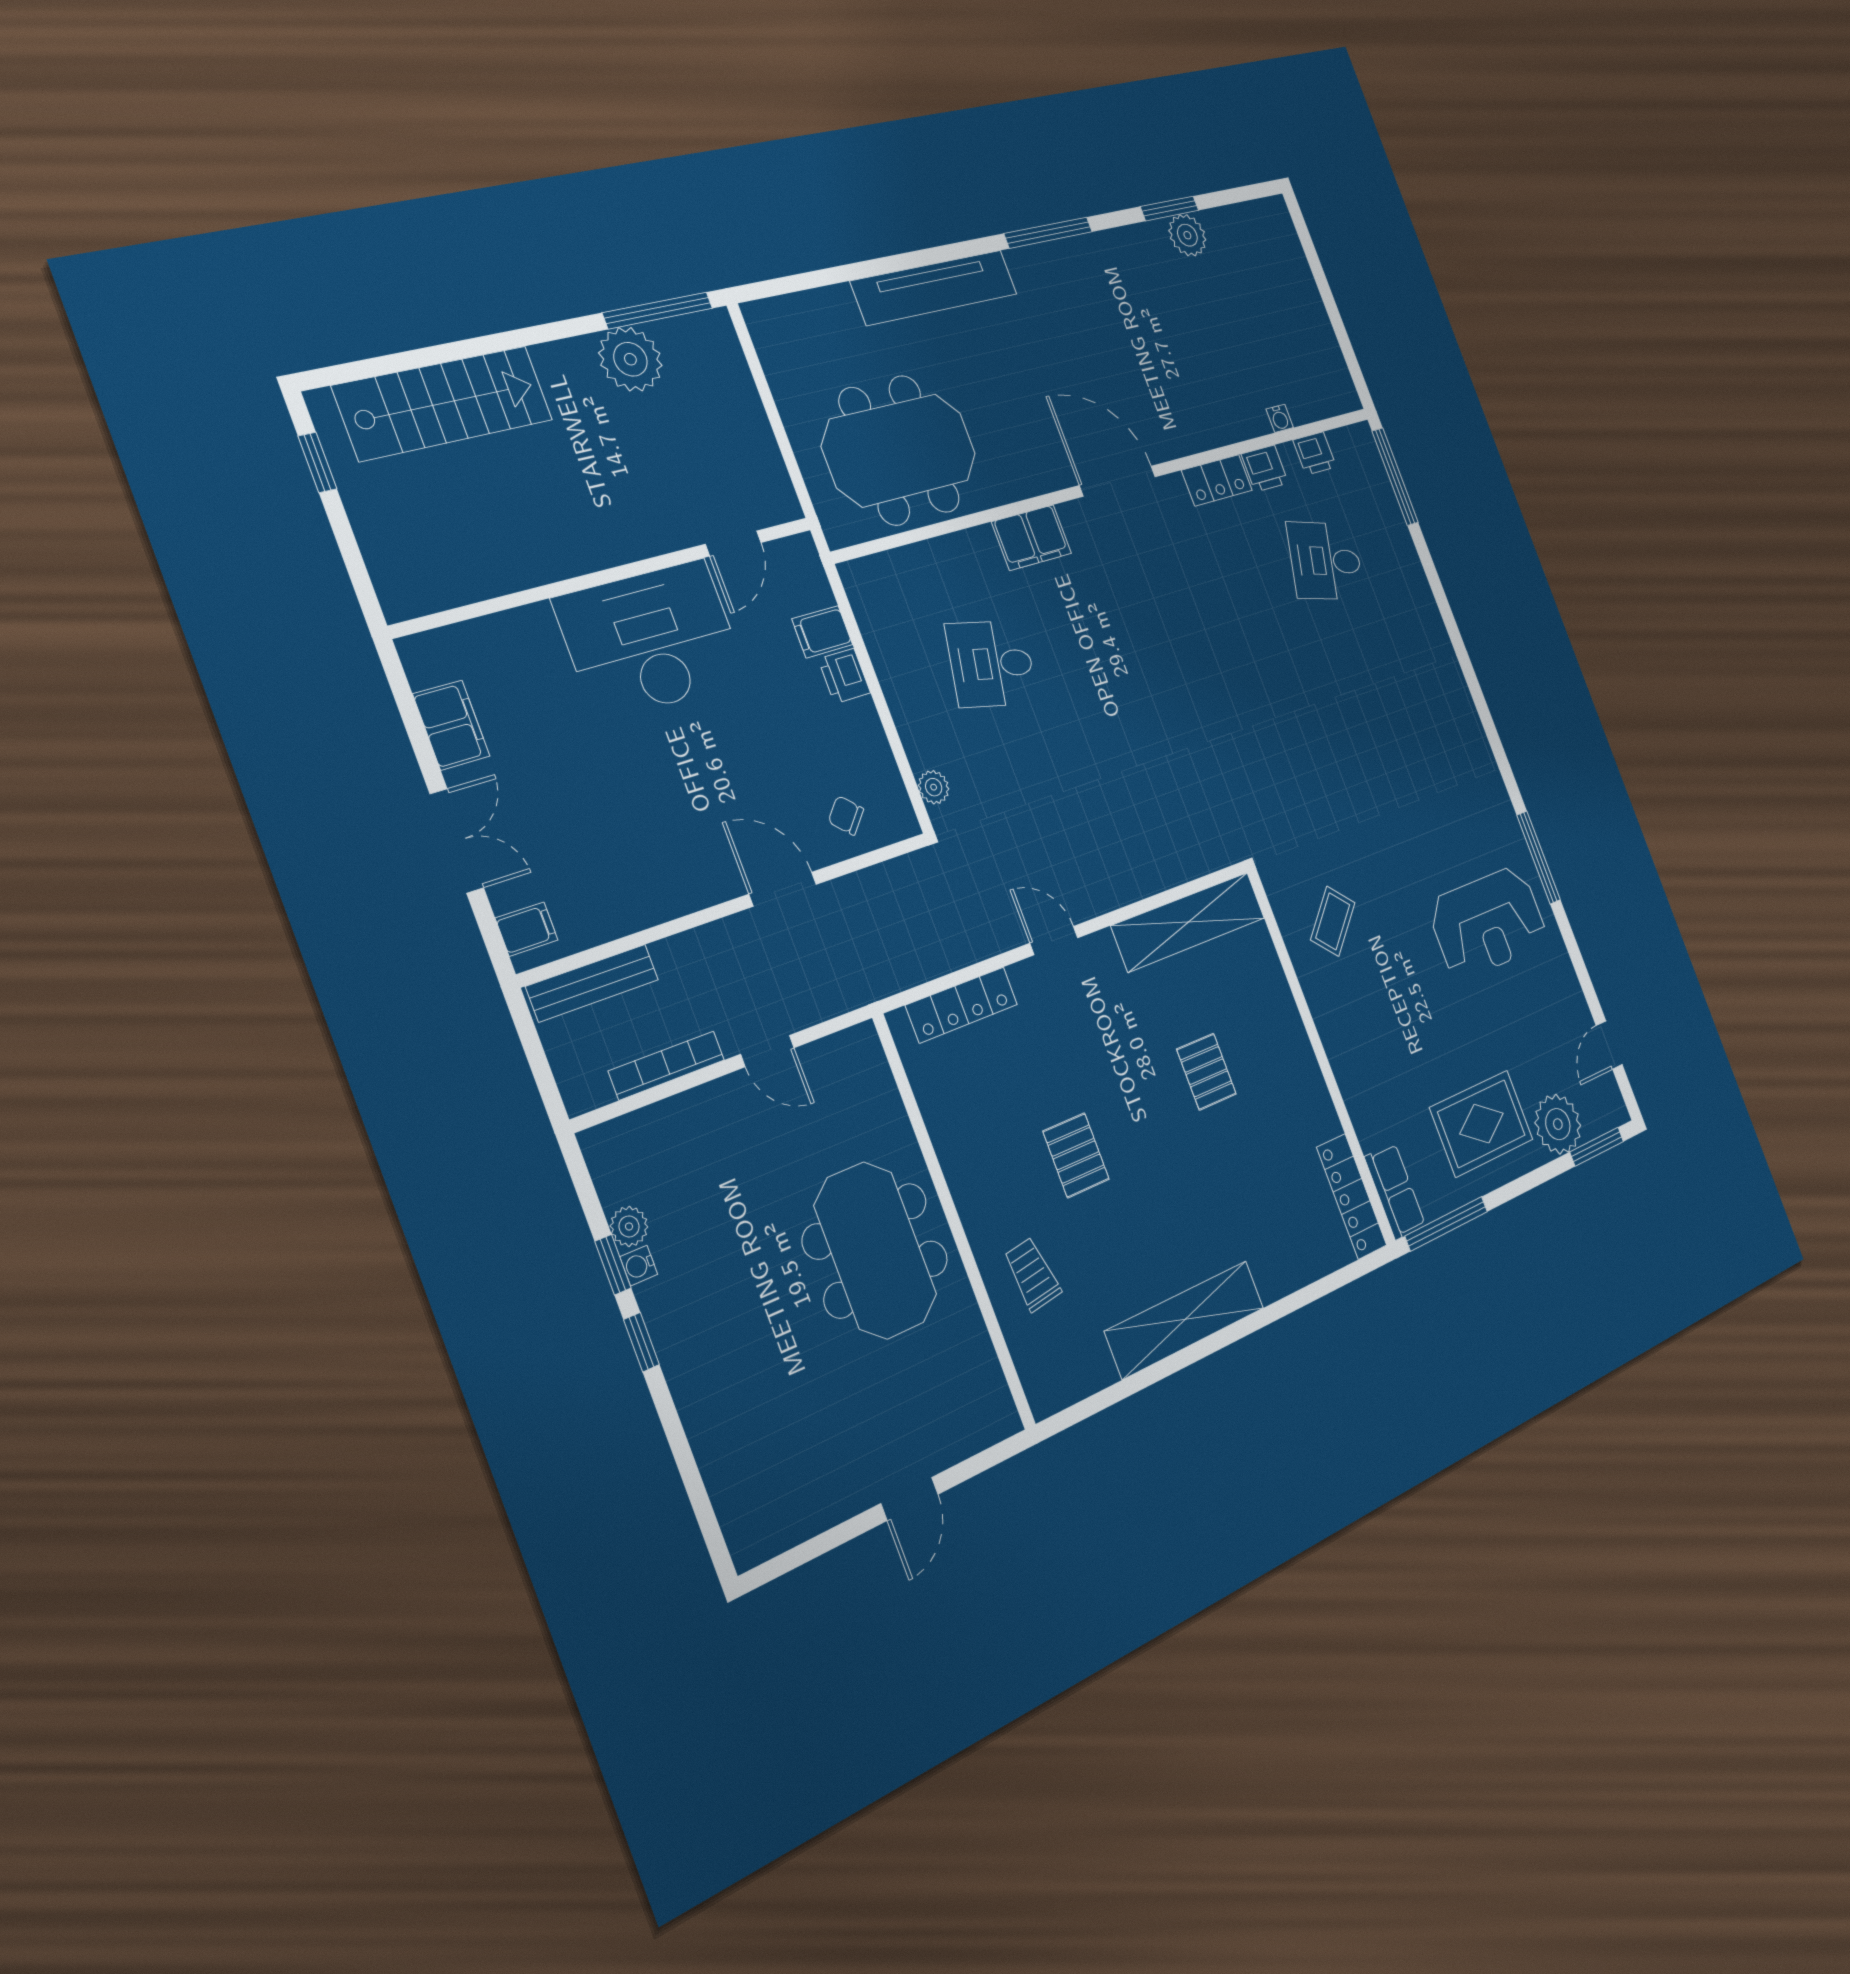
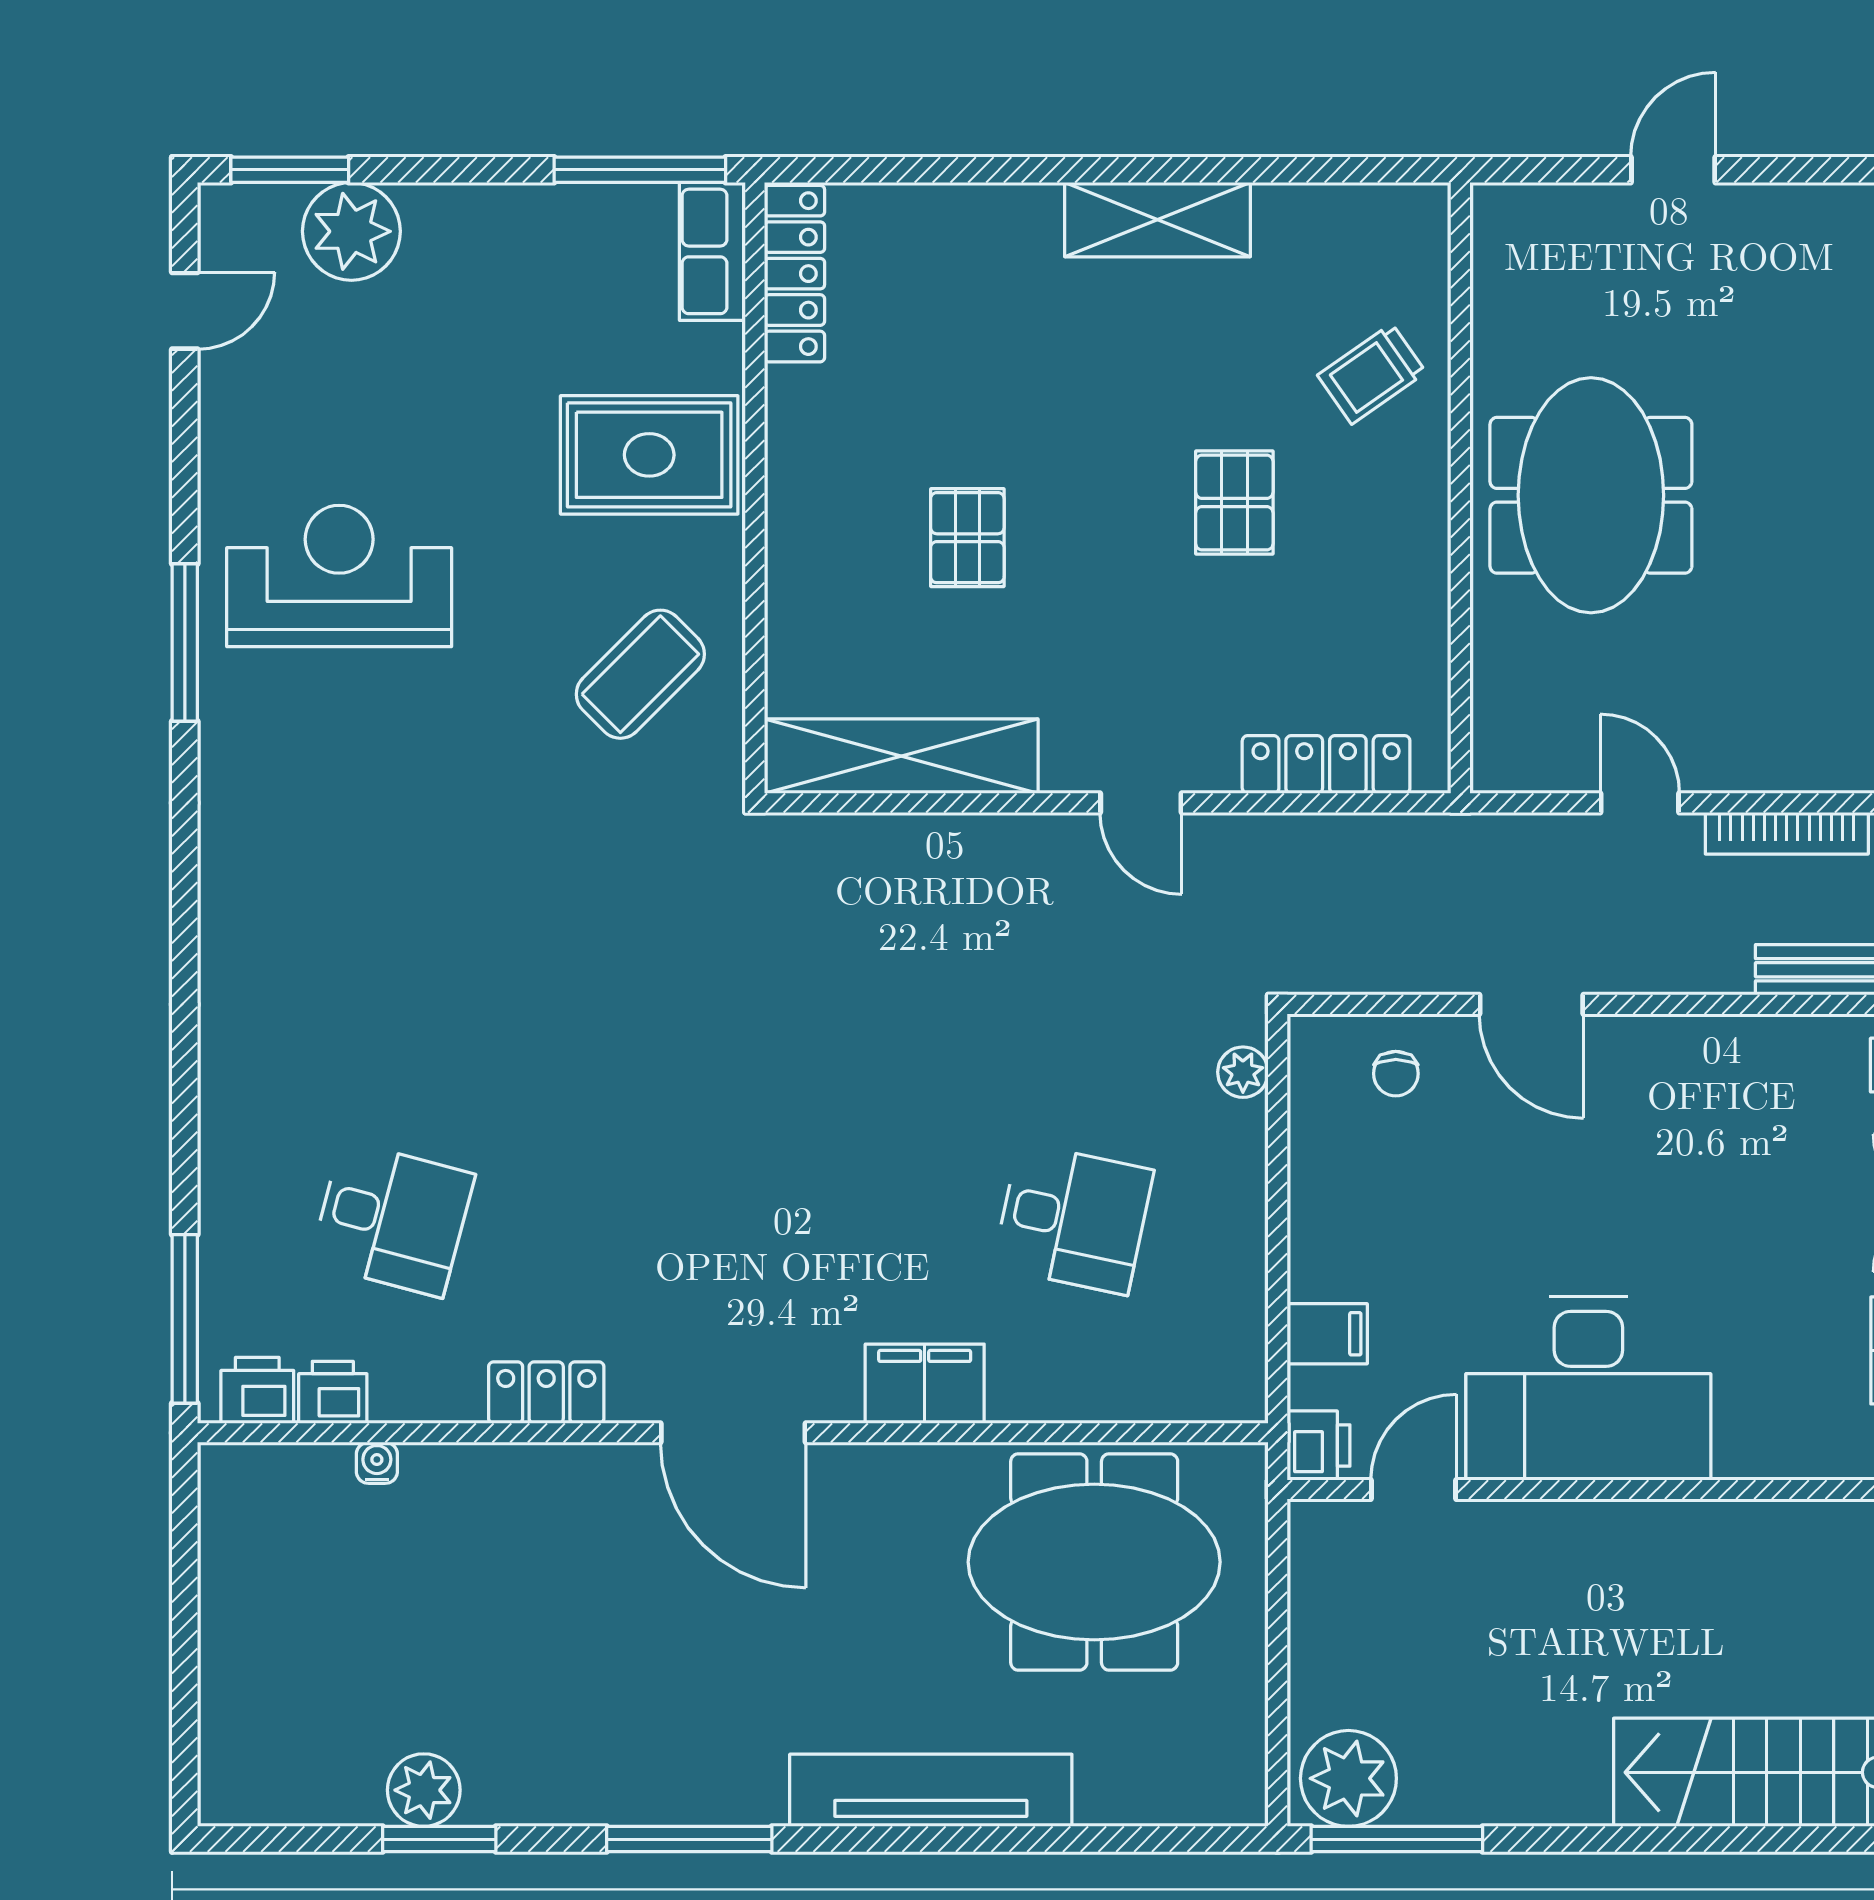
plant: (630, 359) -> (1348, 1778), moved
printer: (1265, 468) -> (257, 1390), moved
printer: (844, 676) -> (1319, 1445), moved
chair: (846, 815) -> (1396, 1074), turned 47
coffee table: (1333, 921) -> (640, 674), width x1.36, depth x1.30
rug: (1481, 1124) -> (649, 455), moved
trolley: (1032, 1274) -> (1372, 374), turned 63
shelving: (1185, 1319) -> (1157, 220), width x0.68

